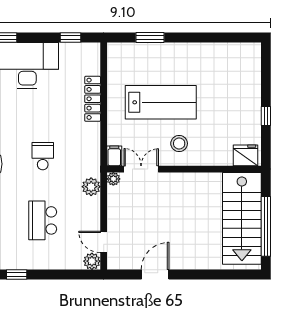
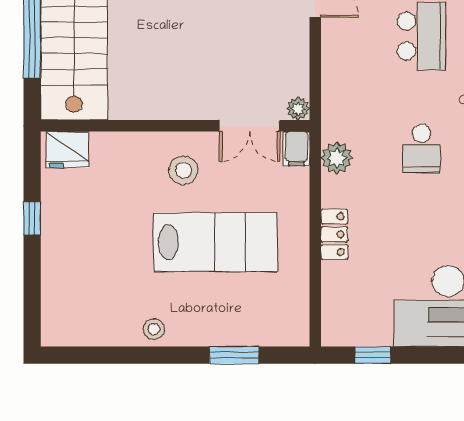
stool: (196, 52) -> (154, 329), added
locker: (93, 99) -> (334, 234), width x0.66
lab bench: (161, 102) -> (215, 242), turned 180
plant: (91, 187) -> (337, 158), moved

